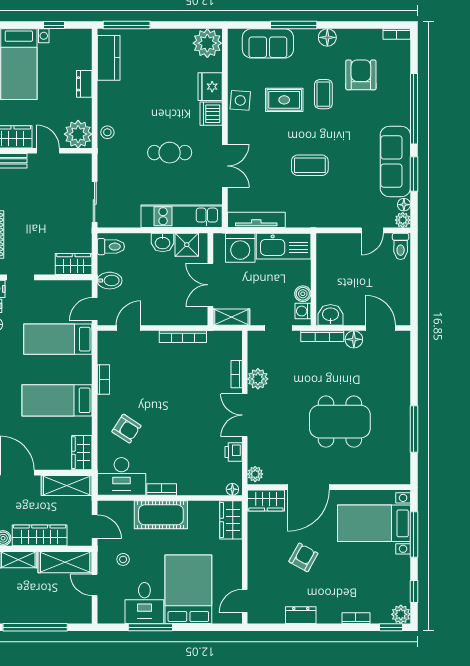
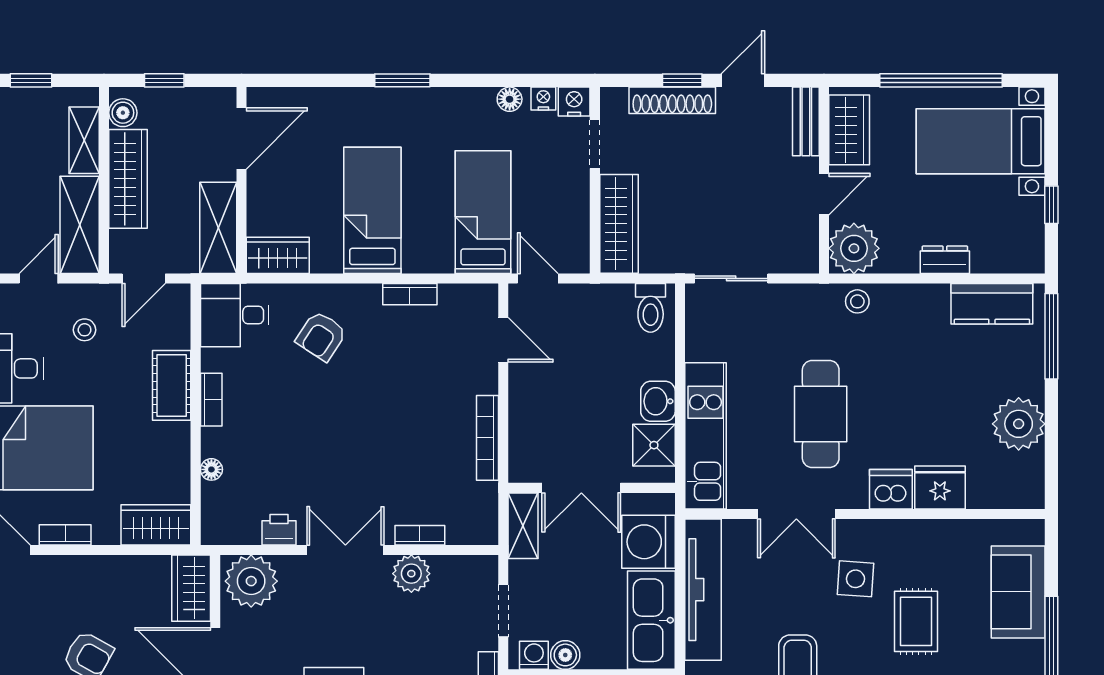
plant: (207, 43) -> (1019, 424), moved
side table: (240, 100) -> (855, 579), moved
cafe table: (170, 153) -> (821, 414), width x1.37, depth x1.35
tv unit: (256, 220) -> (703, 590), width x1.36, depth x1.29
wardrobe: (74, 264) -> (619, 224), width x1.50
bidet: (110, 281) -> (589, 305), removed
double door: (210, 285) -> (581, 488), swing flipped
plant: (255, 474) -> (251, 581), width x1.87, depth x1.87
desk: (121, 476) -> (235, 315), width x0.73
floor lamp: (232, 489) -> (211, 469), moved
cot: (161, 515) -> (172, 385), width x0.73, depth x0.75
bookcase: (236, 570) -> (65, 535), added

